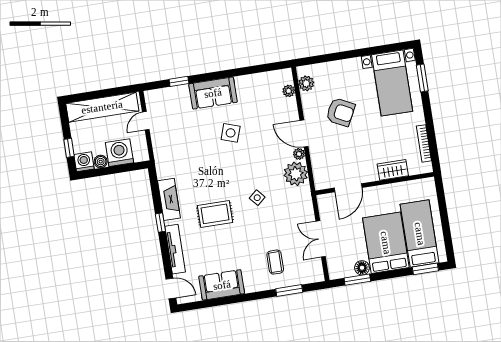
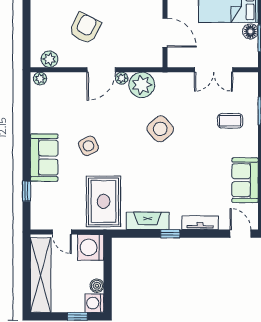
plant: (289, 91) -> (40, 79), moved
side table: (231, 133) -> (88, 146), turned 45
washing machine: (119, 153) -> (91, 247), moved
side table: (257, 198) -> (160, 129), width x1.87, depth x1.87
rug: (215, 214) -> (103, 201), moved, width x1.36, depth x1.43
tv unit: (175, 249) -> (200, 223), width x0.71
door: (171, 288) -> (240, 234), hinge flipped

